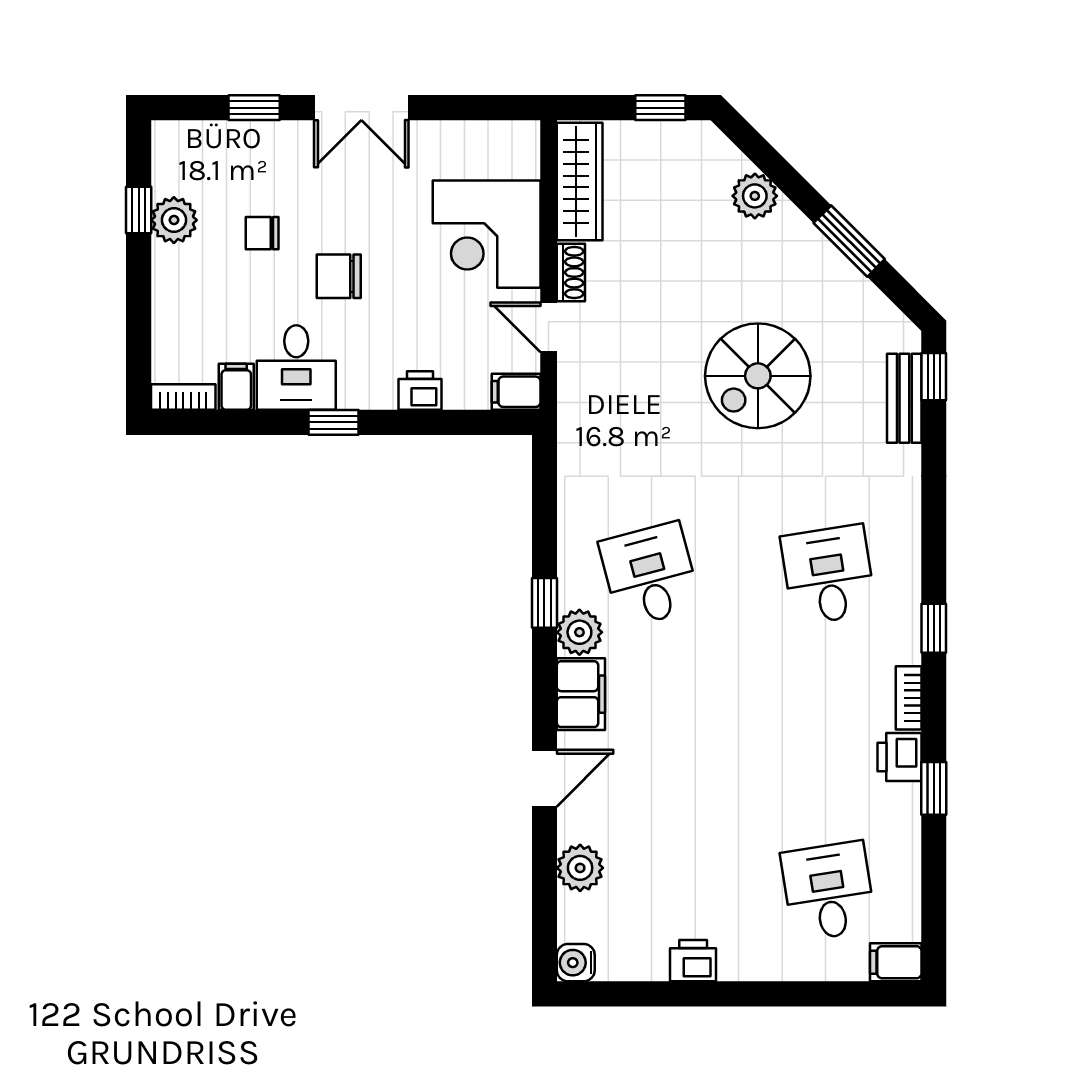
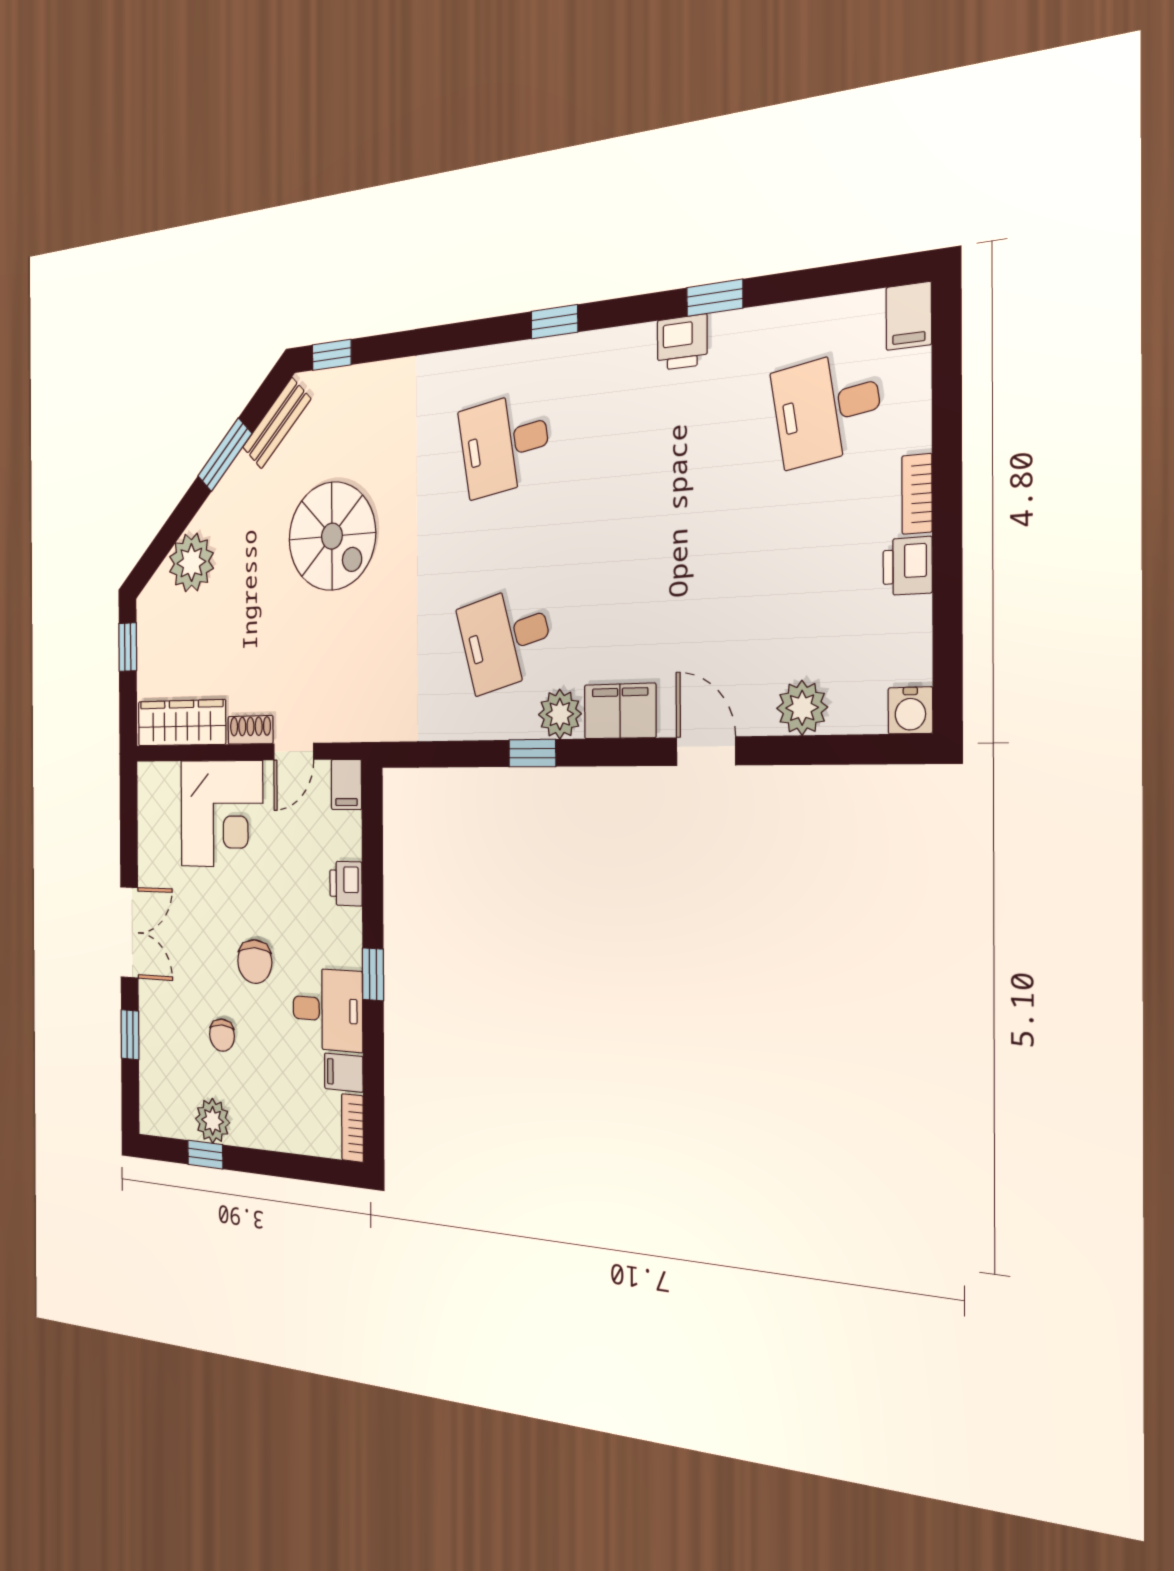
plant: (755, 196) -> (191, 562), width x1.36, depth x1.36
bench: (904, 398) -> (277, 423), moved, turned -45
bookcase: (909, 698) -> (917, 494), moved, turned 90

